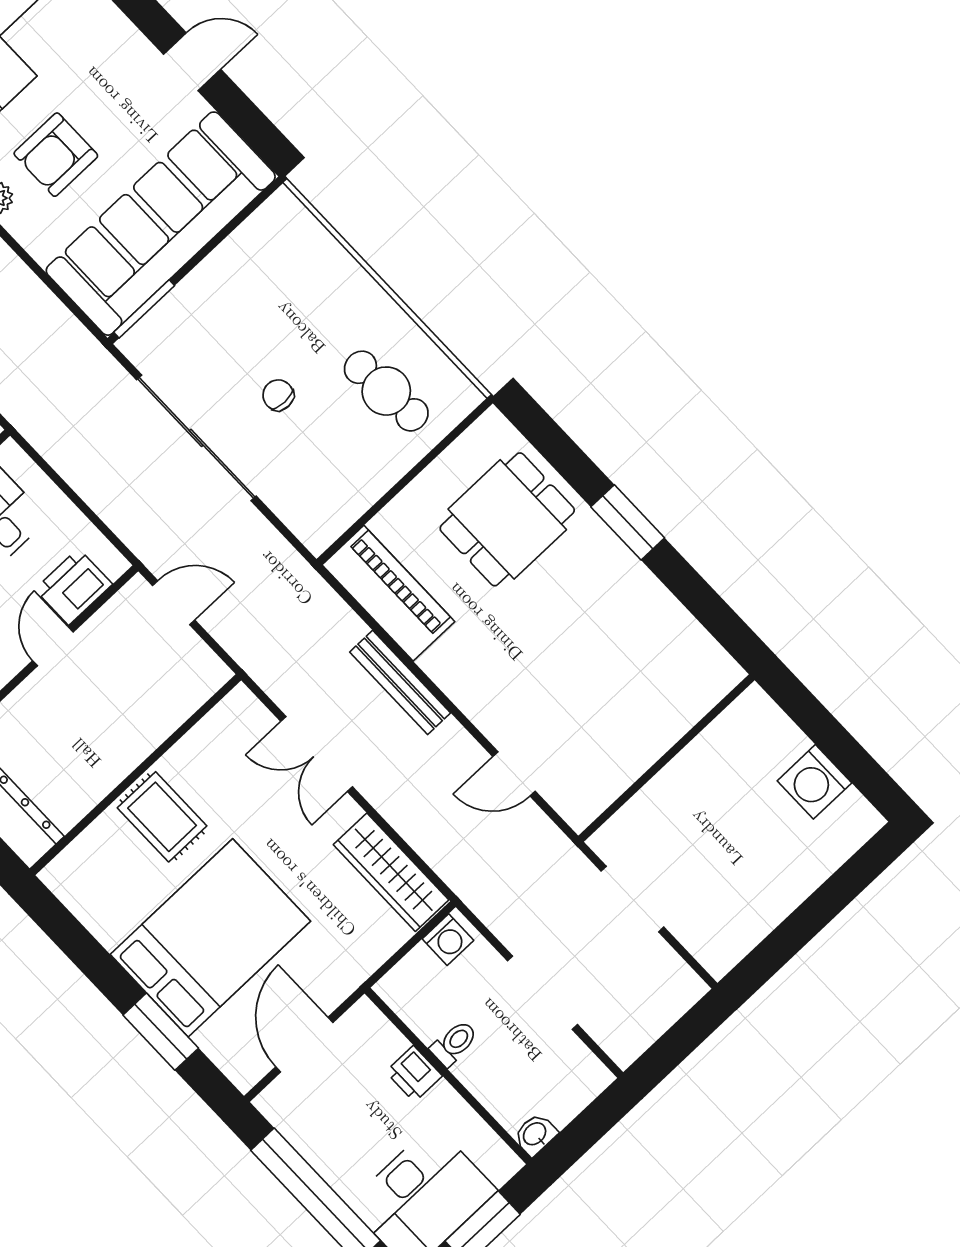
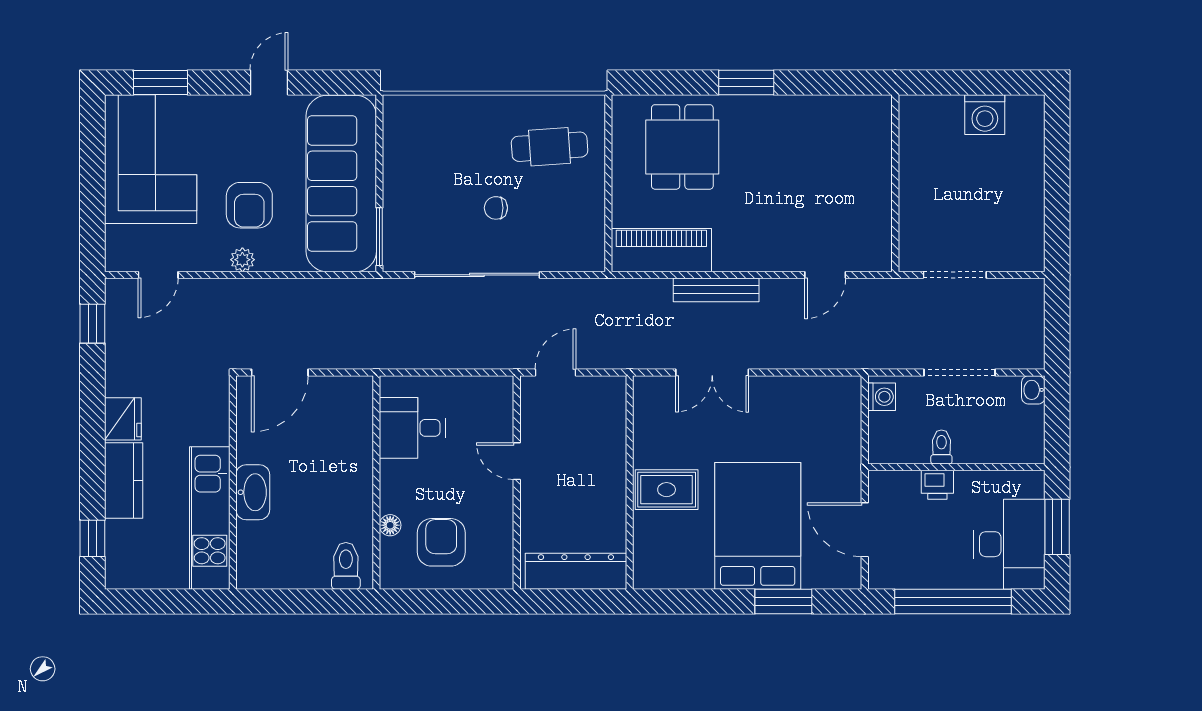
printer: (74, 587) -> (495, 419), removed
wardrobe: (391, 872) -> (815, 393), removed
washbasin: (535, 1134) -> (1033, 390), moved

